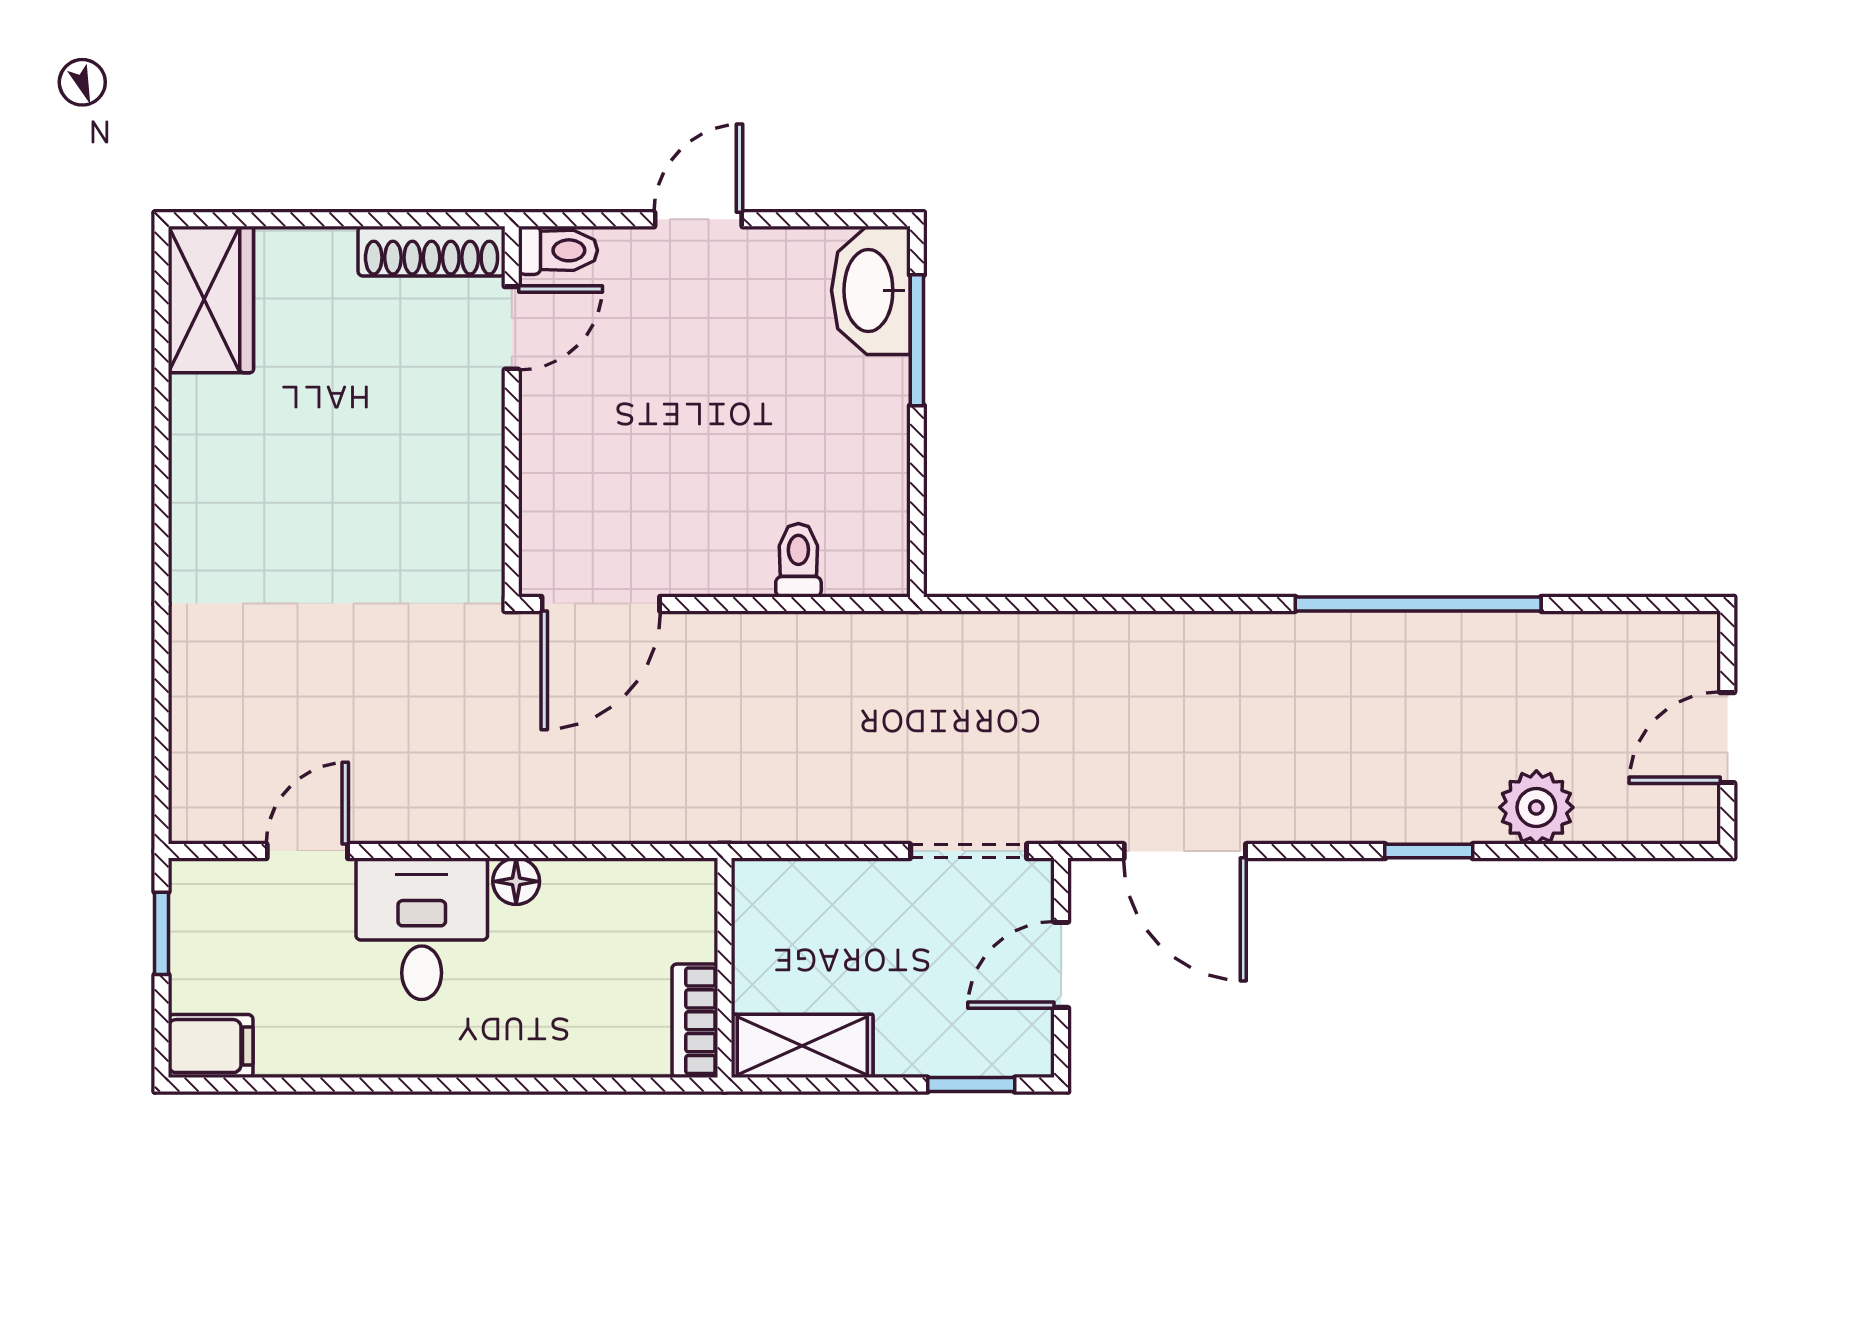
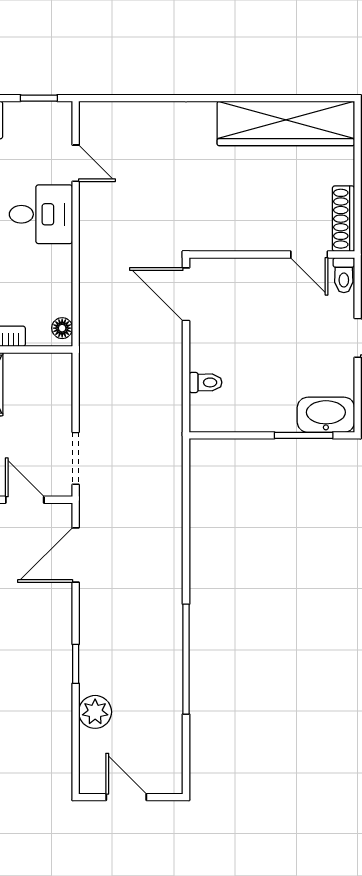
wardrobe: (211, 300) -> (286, 123), width x2.10, depth x1.17
floor lamp: (516, 881) -> (62, 328), moved

